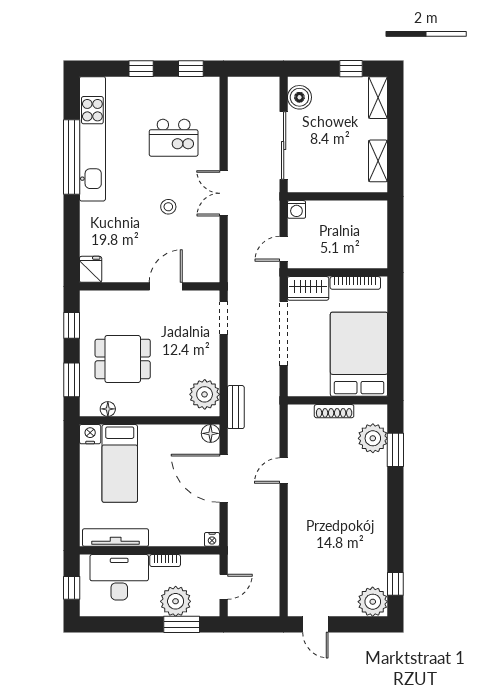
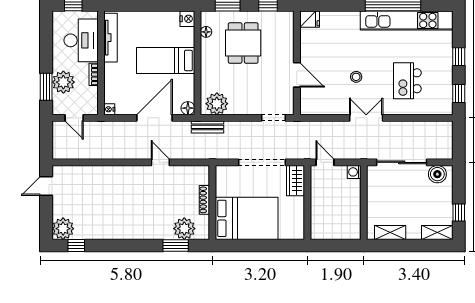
bookcase: (355, 283) -> (300, 216), removed
bed: (120, 463) -> (166, 60), moved

